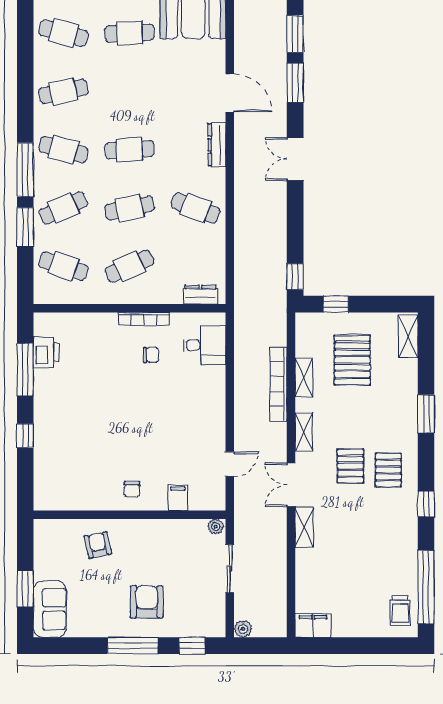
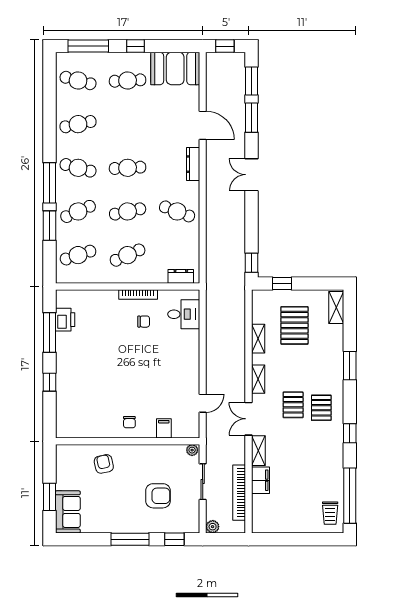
cafe table: (63, 266) -> (78, 255), turned -36
bookcase: (279, 384) -> (239, 493), moved
armchair: (147, 602) -> (158, 496), moved, turned 90
filing cabinet: (313, 626) -> (261, 480), moved, turned 90

